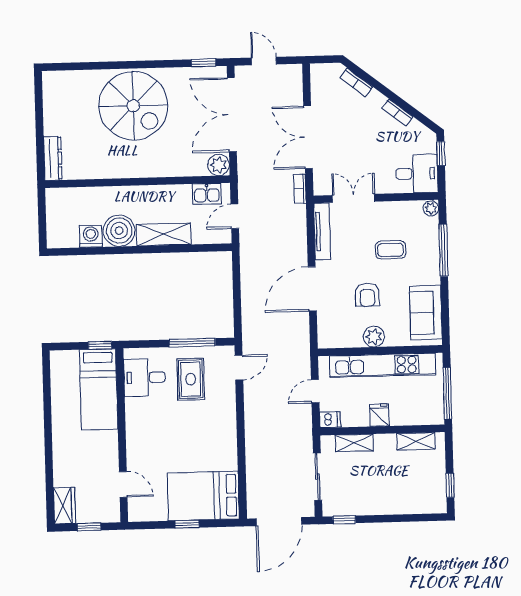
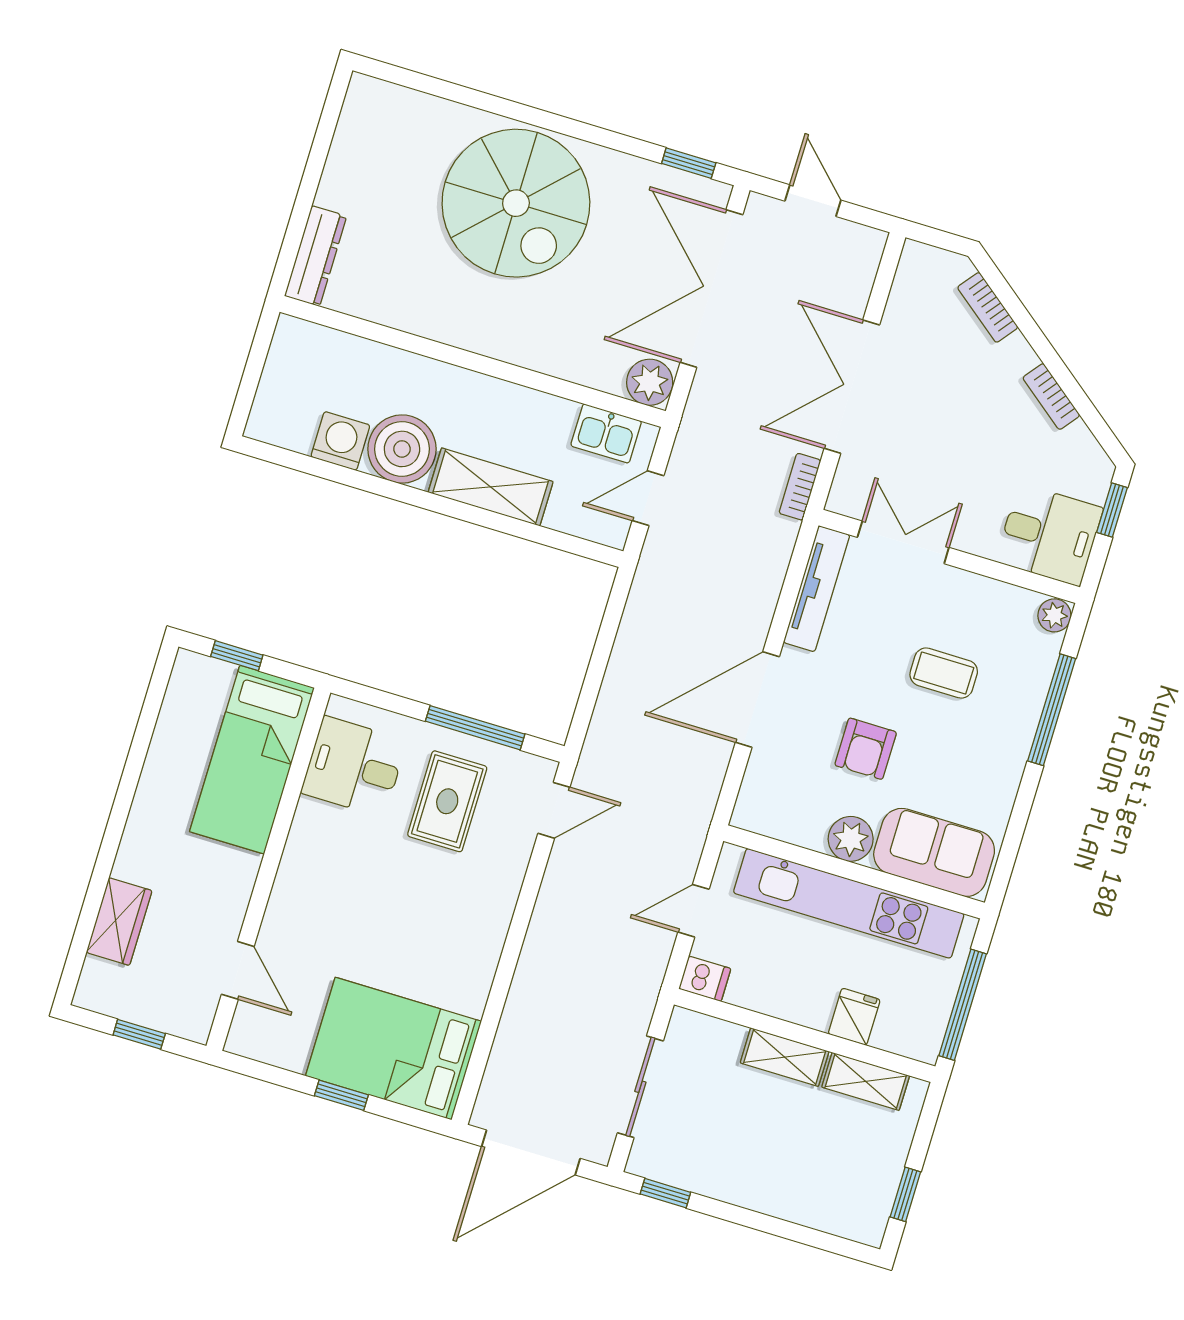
sofa: (426, 313) -> (934, 852), moved, turned 90
window: (100, 345) -> (237, 656), moved
fridge: (379, 415) -> (854, 1017), moved
shelving: (354, 443) -> (785, 1057), moved
wardrobe: (64, 506) -> (119, 922), moved

